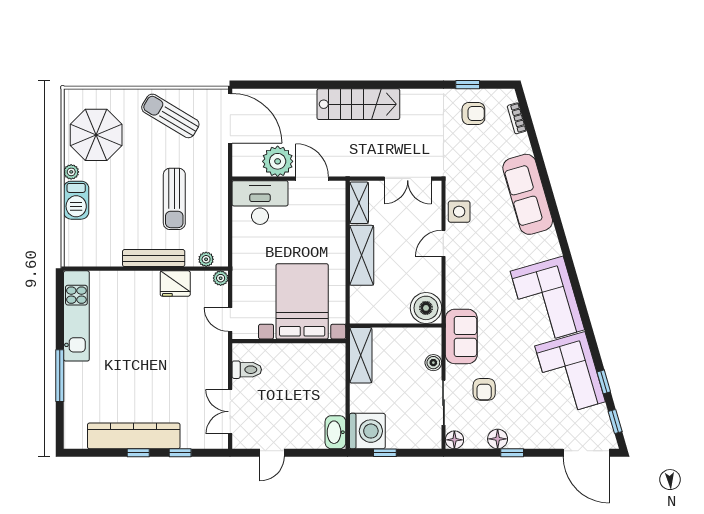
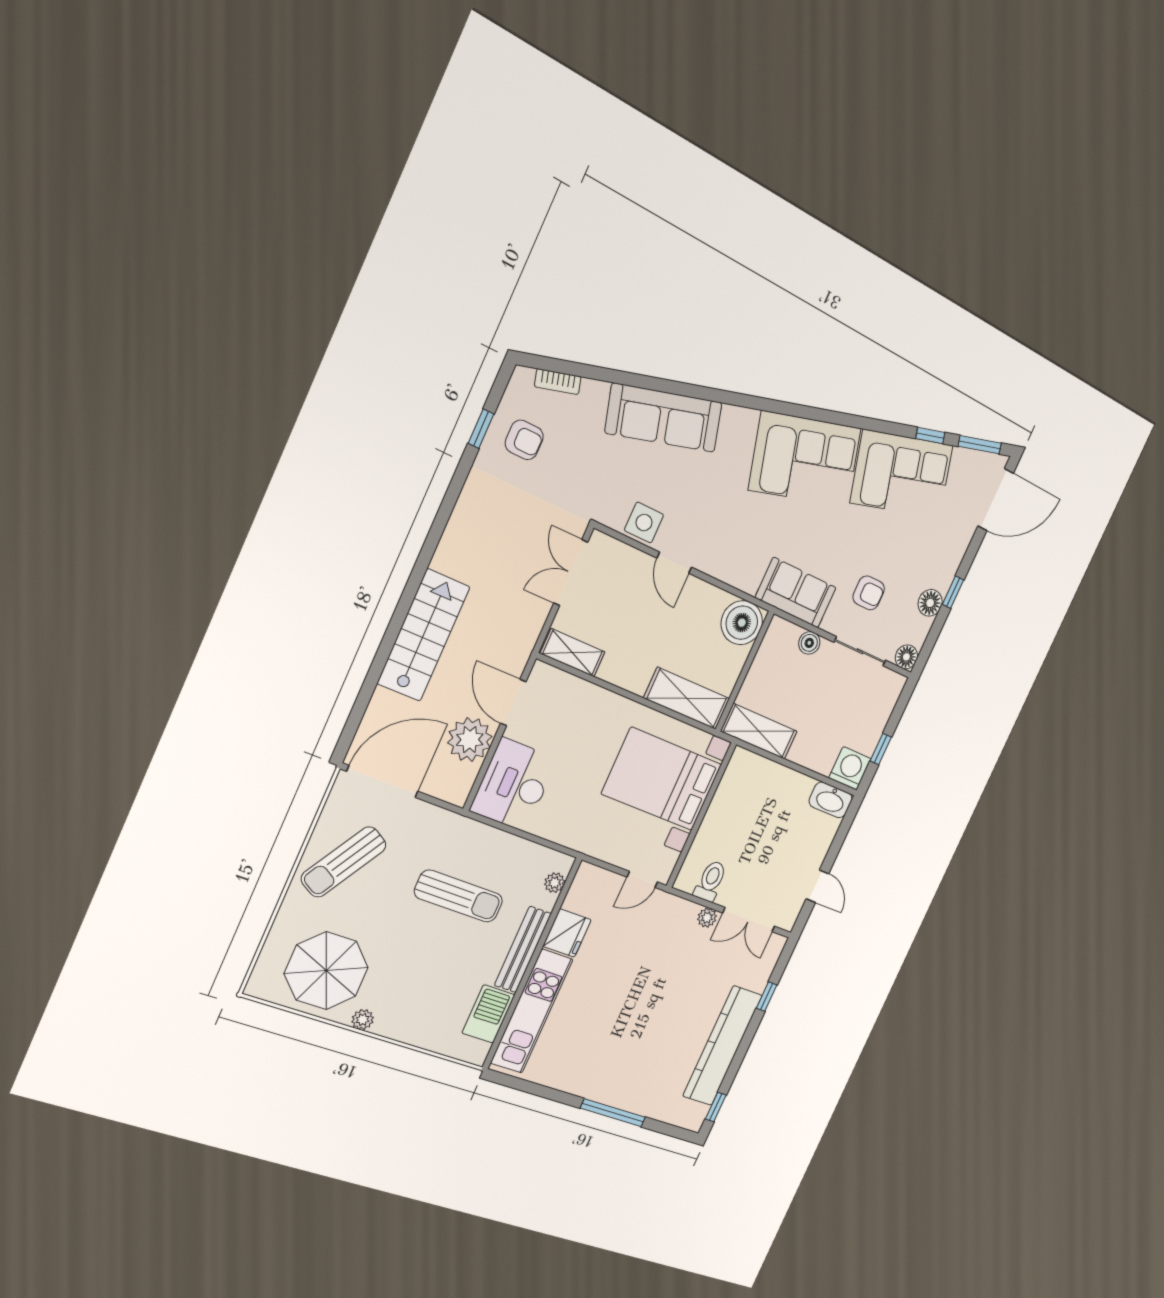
stairs: (358, 104) -> (423, 635), moved
armchair: (473, 113) -> (524, 440), turned 90
door: (312, 179) -> (513, 703), hinge flipped
double door: (408, 179) -> (571, 573), swing flipped
barbecue: (76, 200) -> (488, 1014), moved, turned -90
shelving: (362, 255) -> (687, 698), moved
plant: (221, 278) -> (707, 918), moved
kitchen unit: (76, 316) -> (532, 1011), moved, turned 90
window: (615, 421) -> (980, 445), width x1.50
washing machine: (367, 431) -> (850, 768), width x0.73, depth x0.73
window: (138, 453) -> (716, 1107), moved

